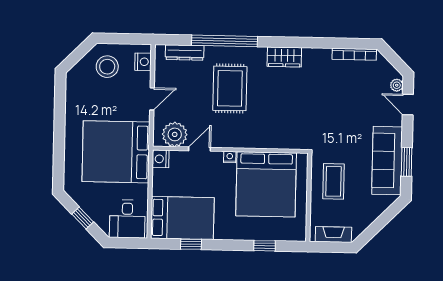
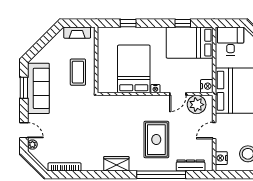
bed: (266, 184) -> (134, 69), width x0.73

